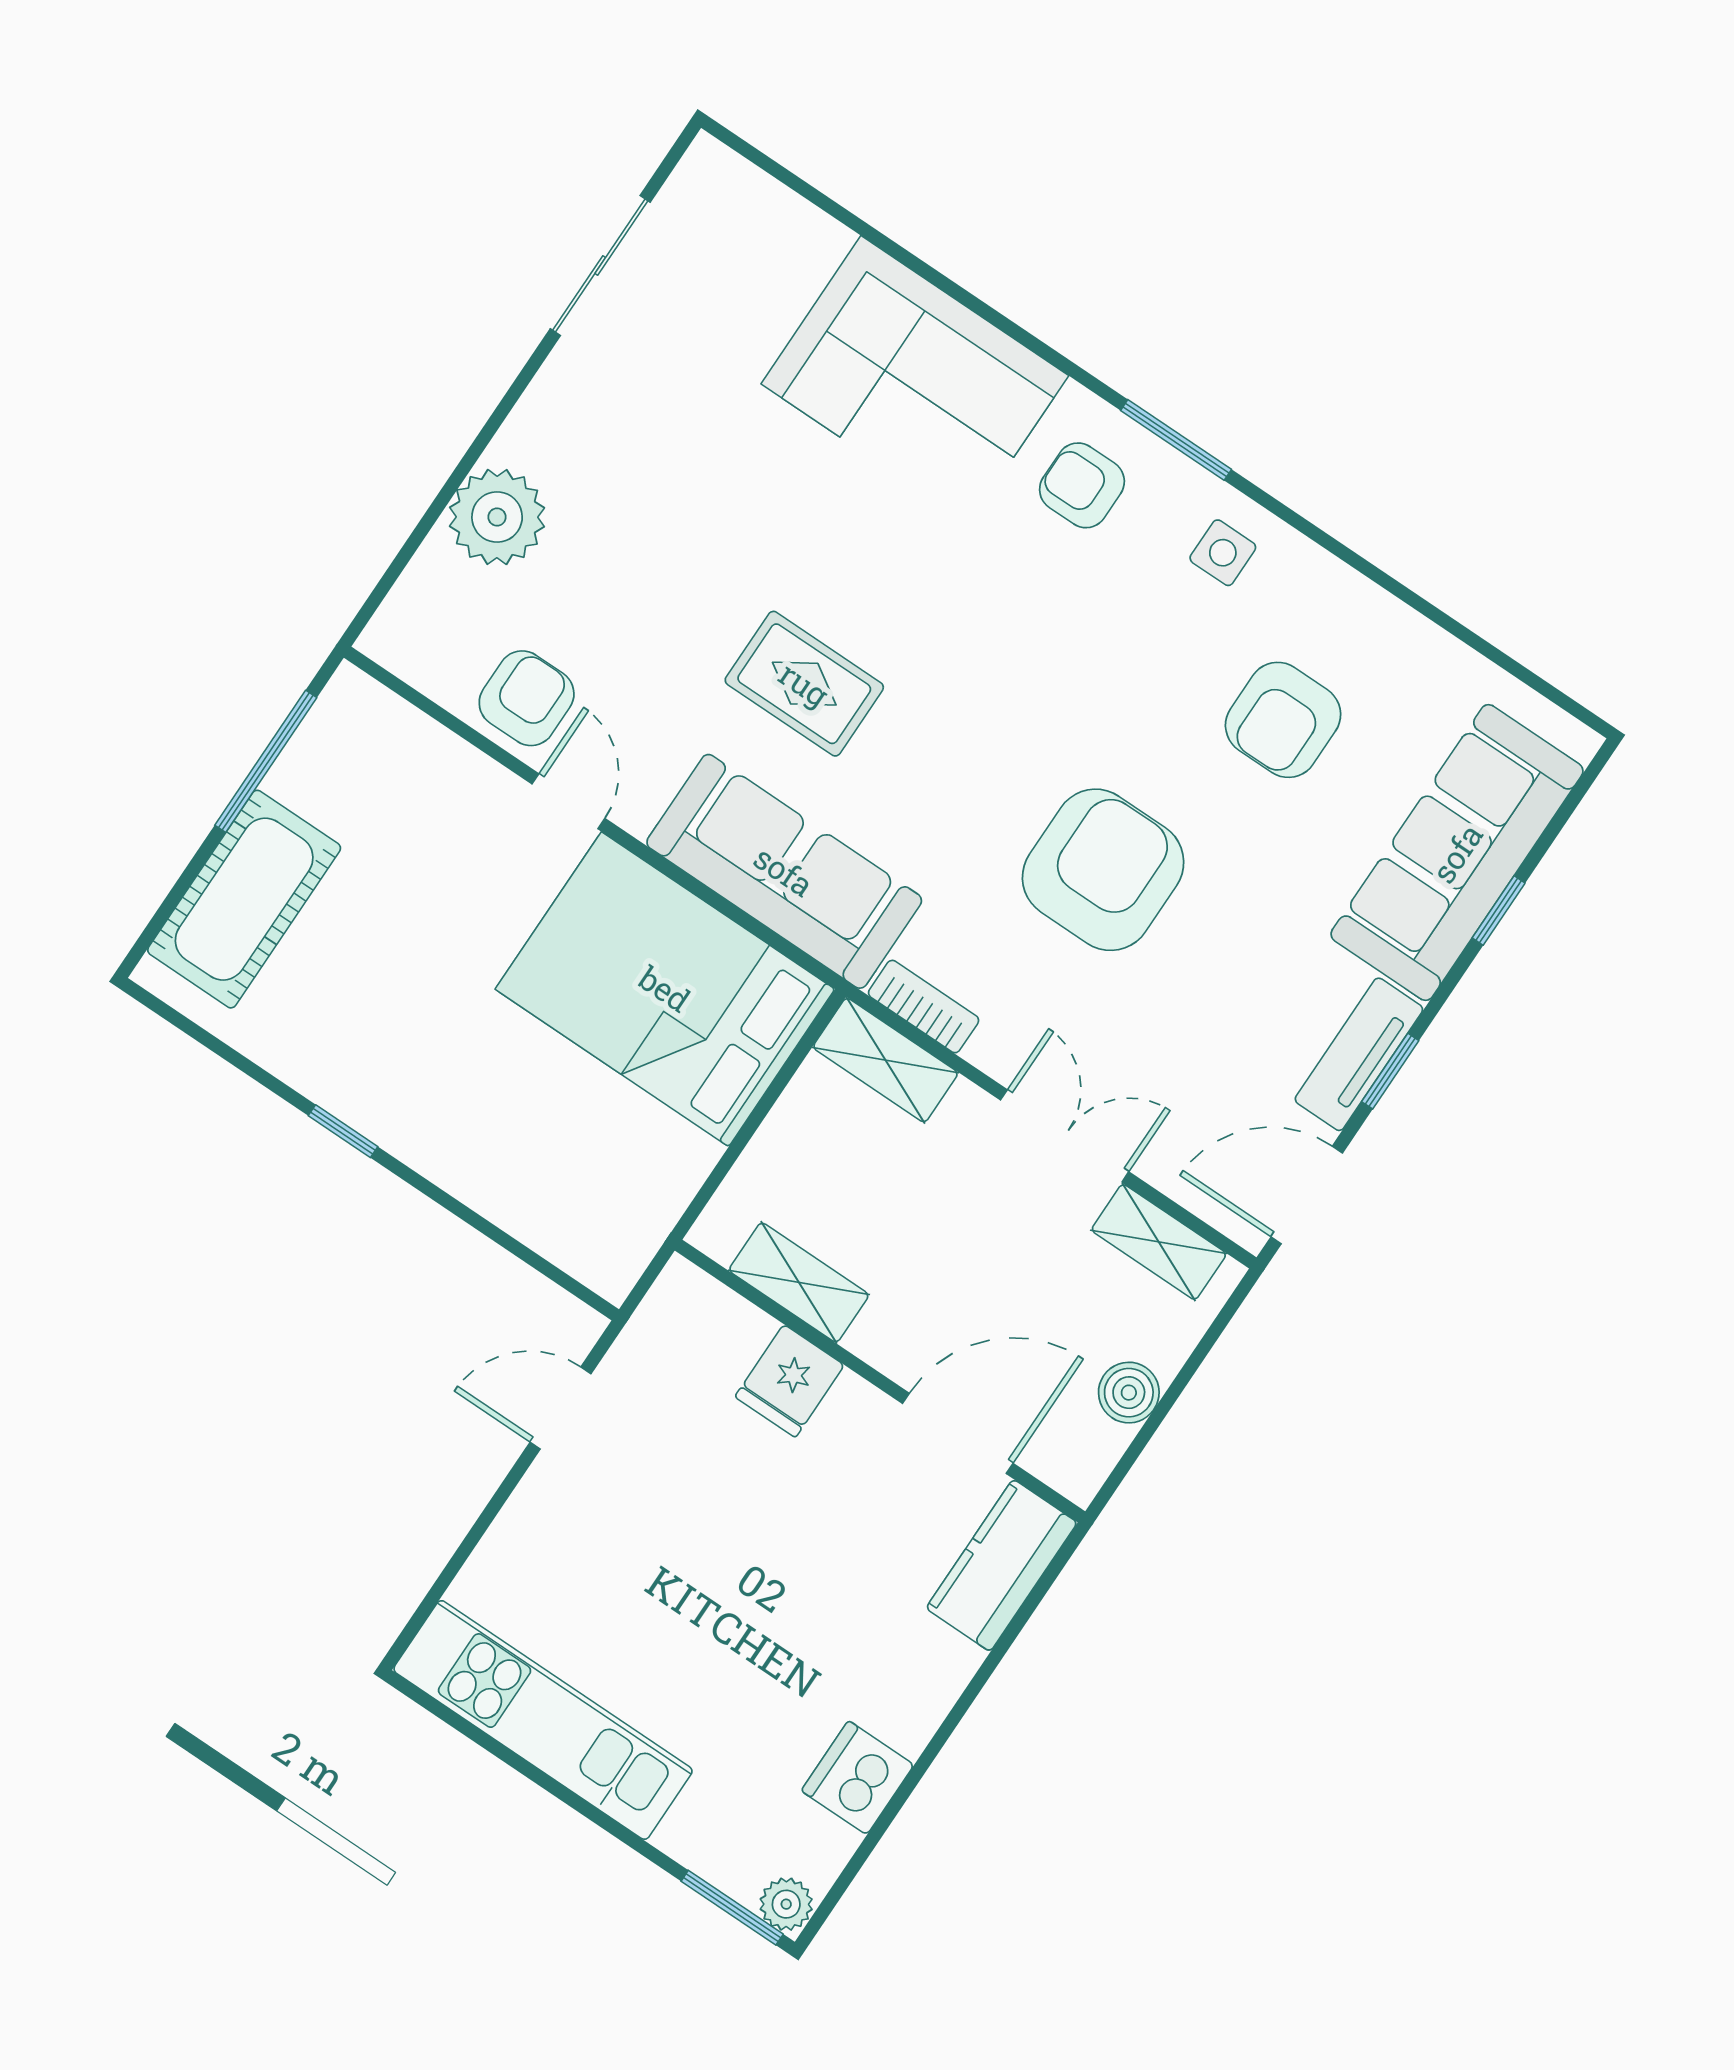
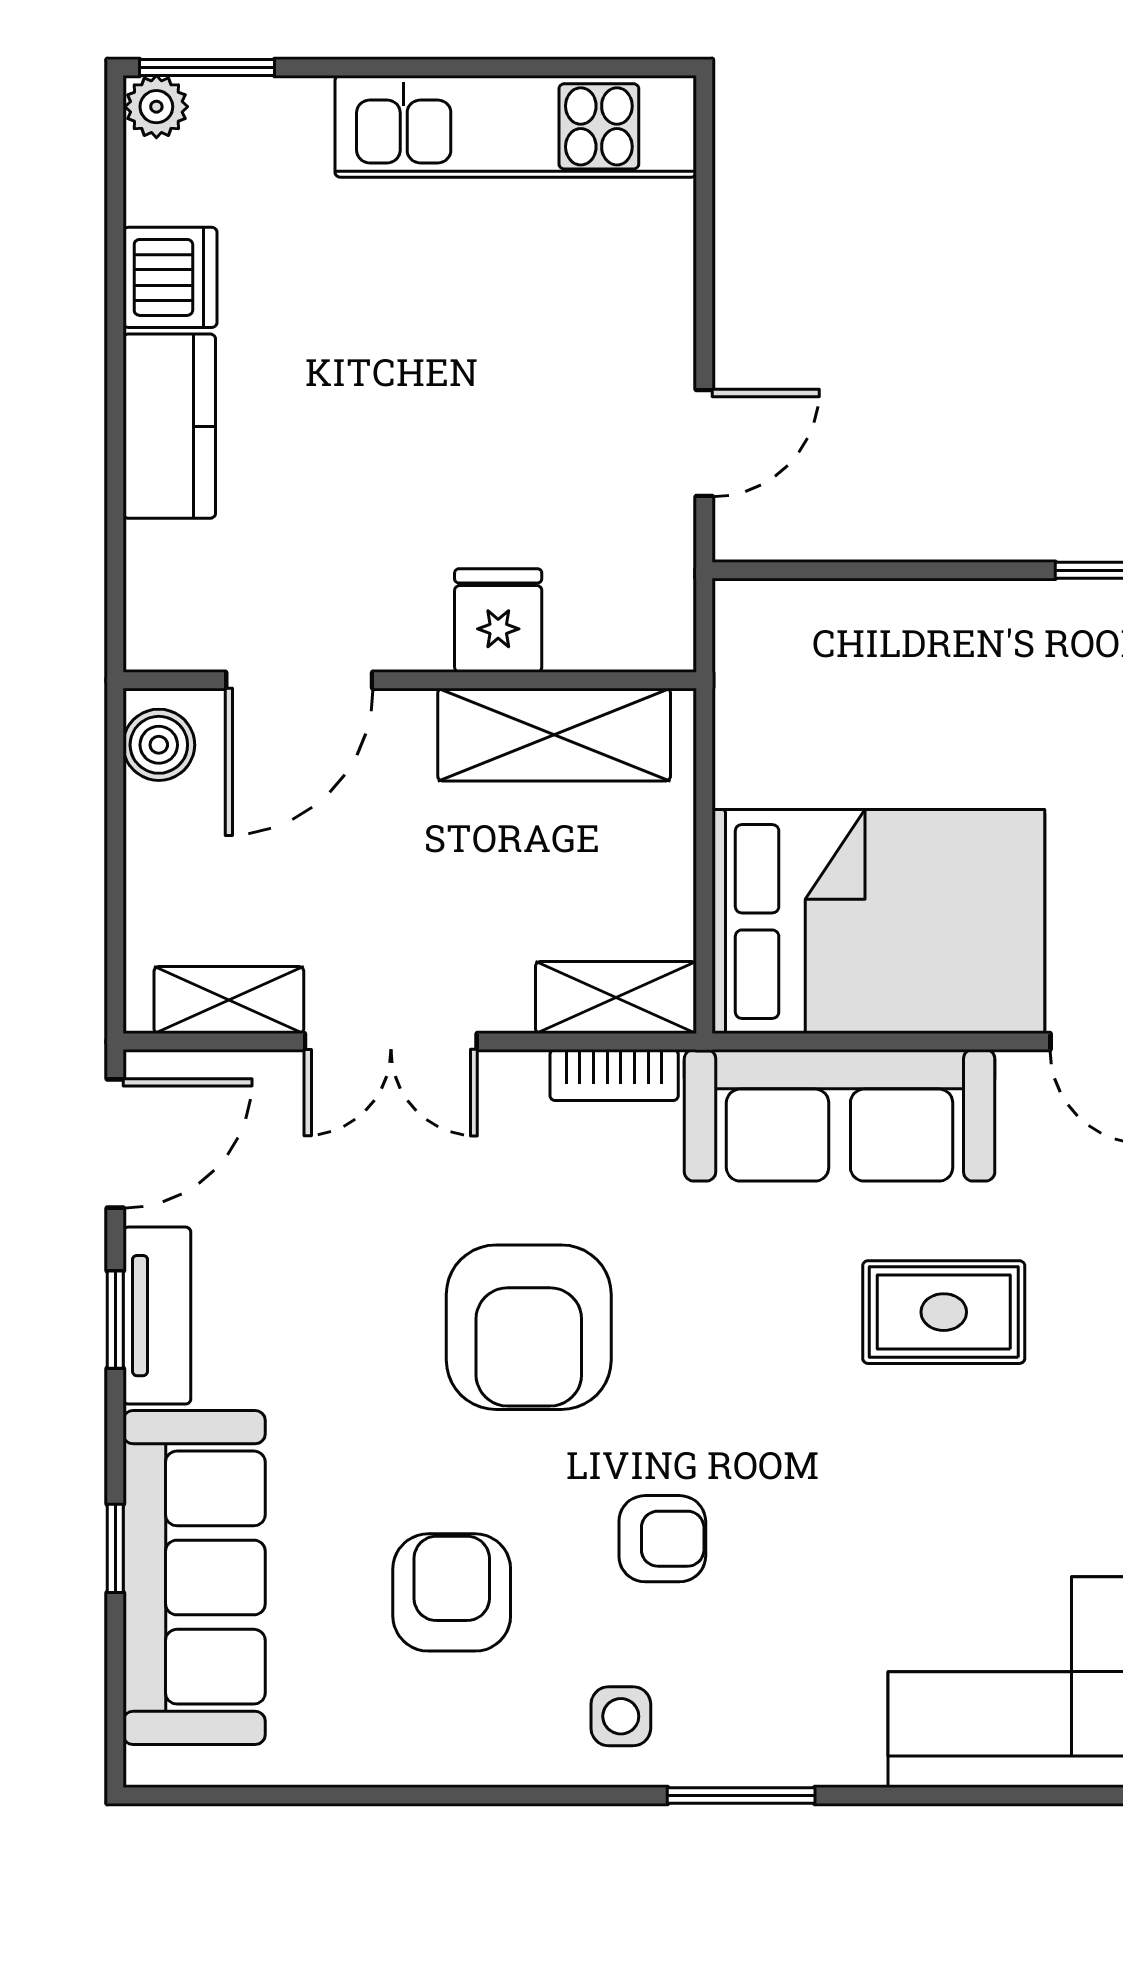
armchair: (1082, 485) -> (662, 1539), moved
shelving: (799, 1282) -> (554, 735), width x1.50, depth x1.33
boiler: (1129, 1393) -> (159, 745), moved
kitchen counter: (1002, 1565) -> (169, 426), moved

